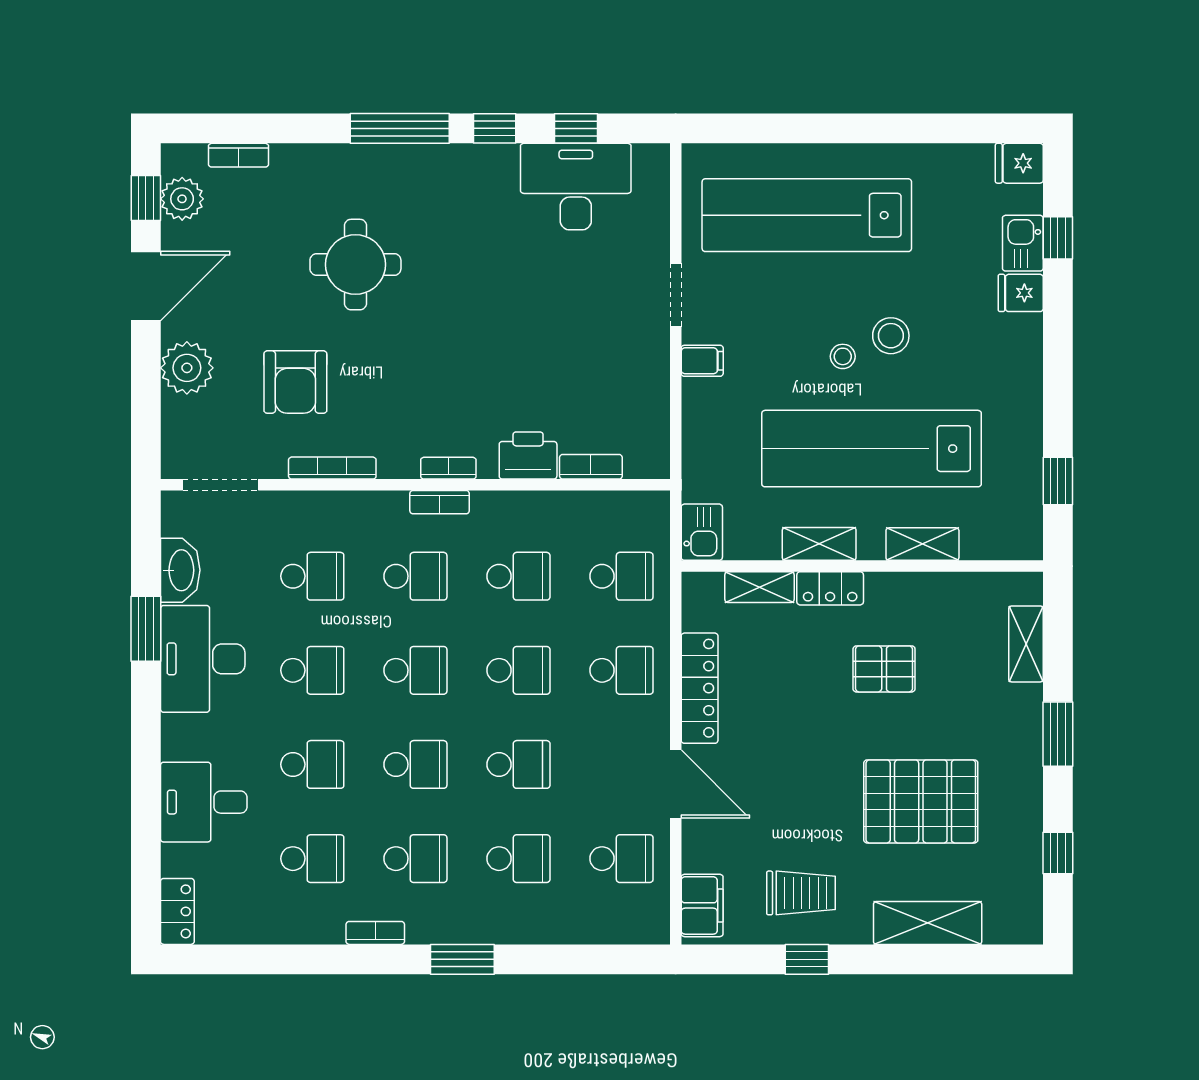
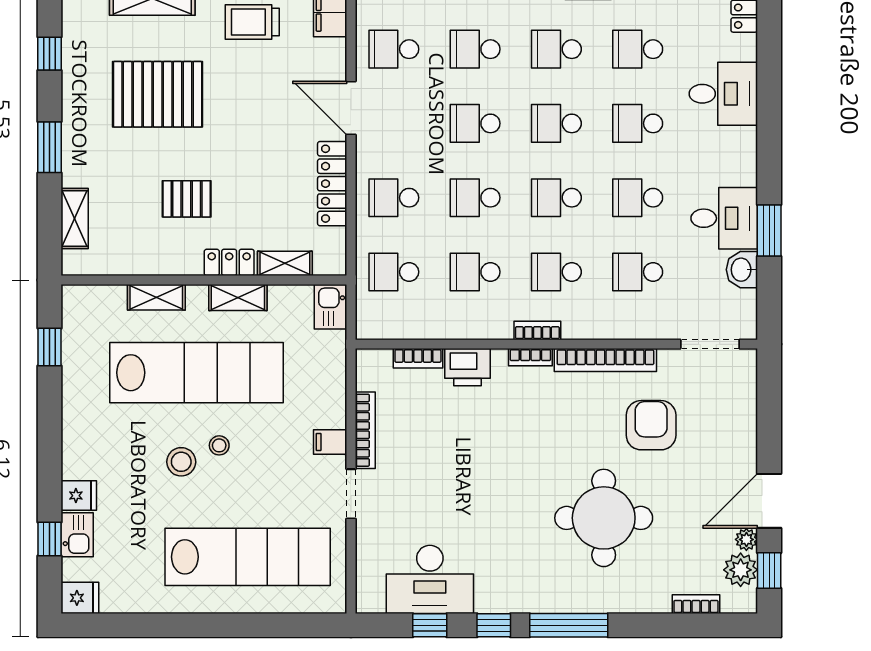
round table: (355, 265) -> (604, 518), width x1.36, depth x1.36
plant: (187, 368) -> (746, 539), moved, width x0.53, depth x0.53
bookcase: (658, 376) -> (365, 430), added
bookcase: (332, 468) -> (605, 360), width x1.48, depth x1.31
washbasin: (180, 570) -> (742, 270), width x0.72
desk: (203, 659) -> (724, 218), width x0.73

